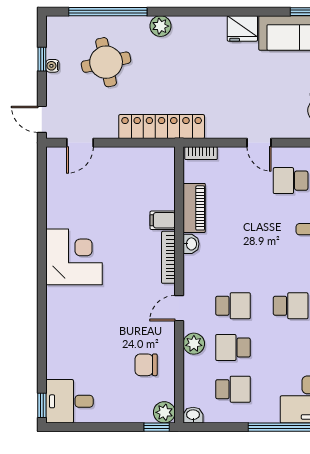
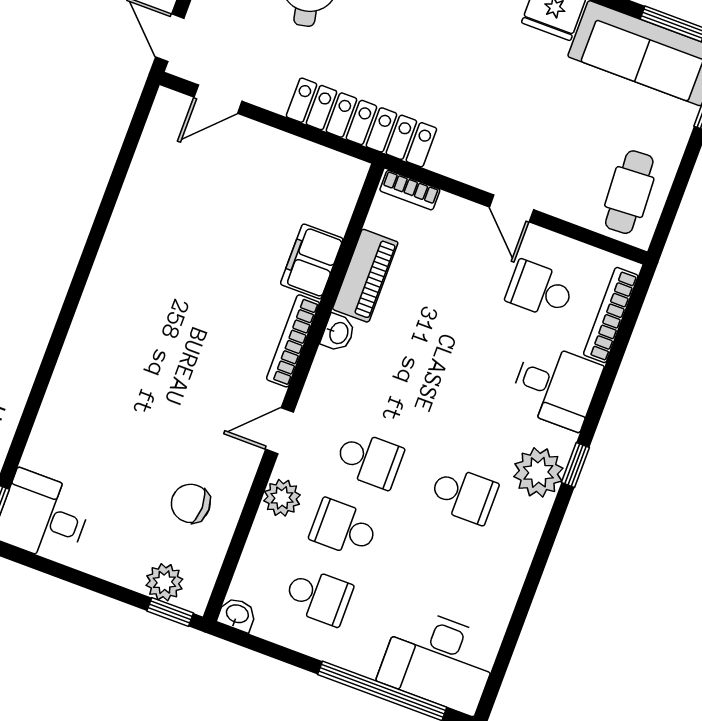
filing cabinet: (163, 220) -> (312, 261), width x2.00
corner desk: (74, 257) -> (138, 283), removed
plant: (164, 412) -> (164, 582), moved

